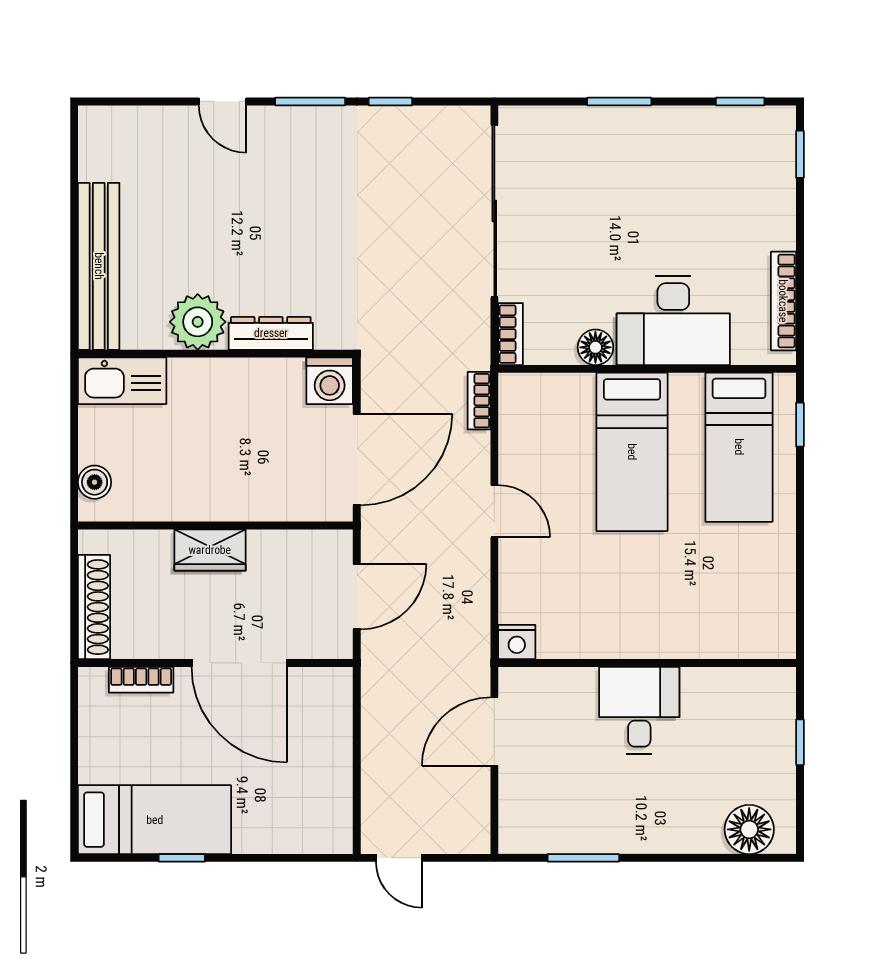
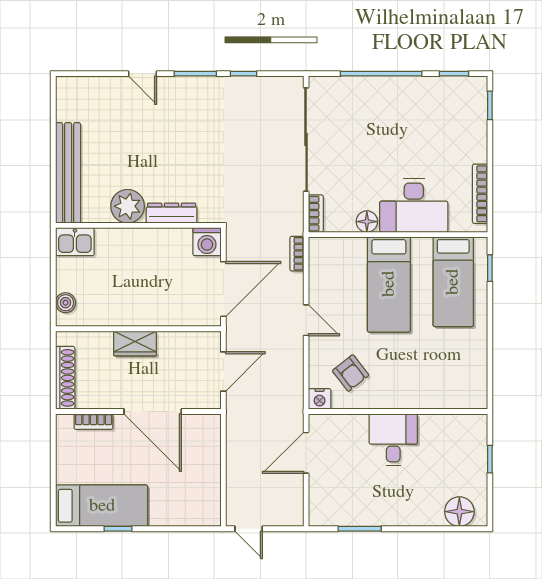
window: (619, 101) -> (381, 74), width x2.11
kitchen sink: (122, 381) -> (75, 242), width x0.73
armchair: (568, 599) -> (351, 373), added

